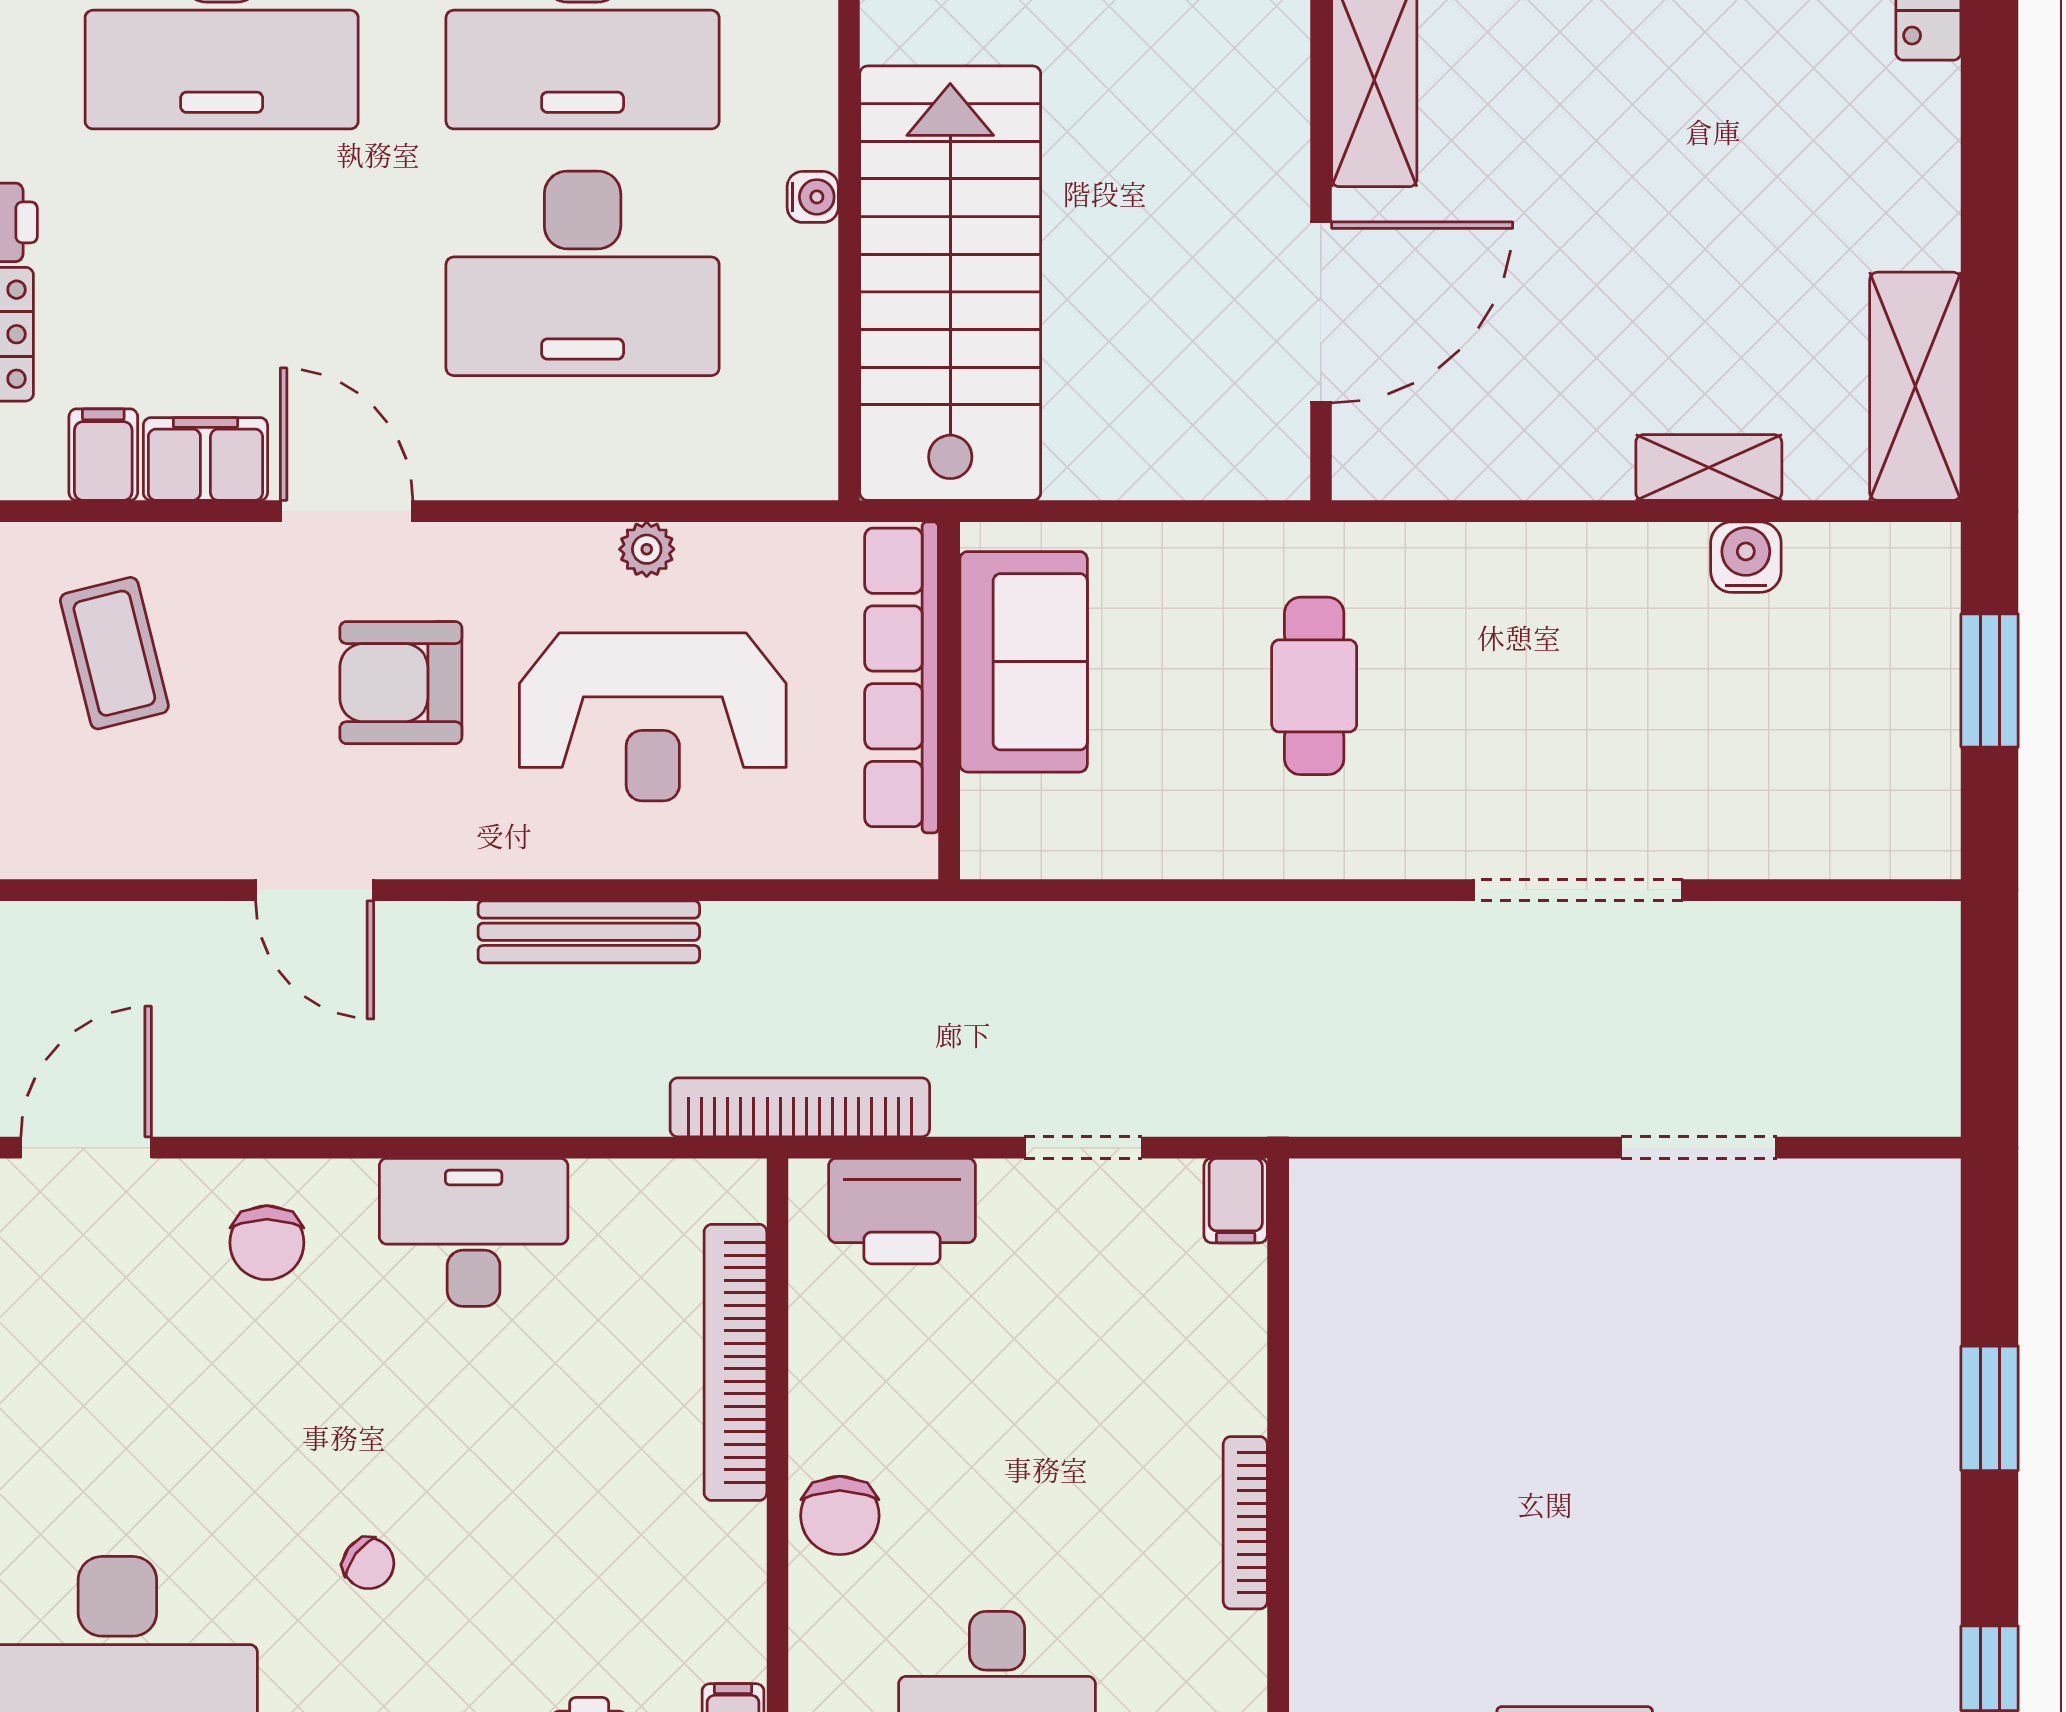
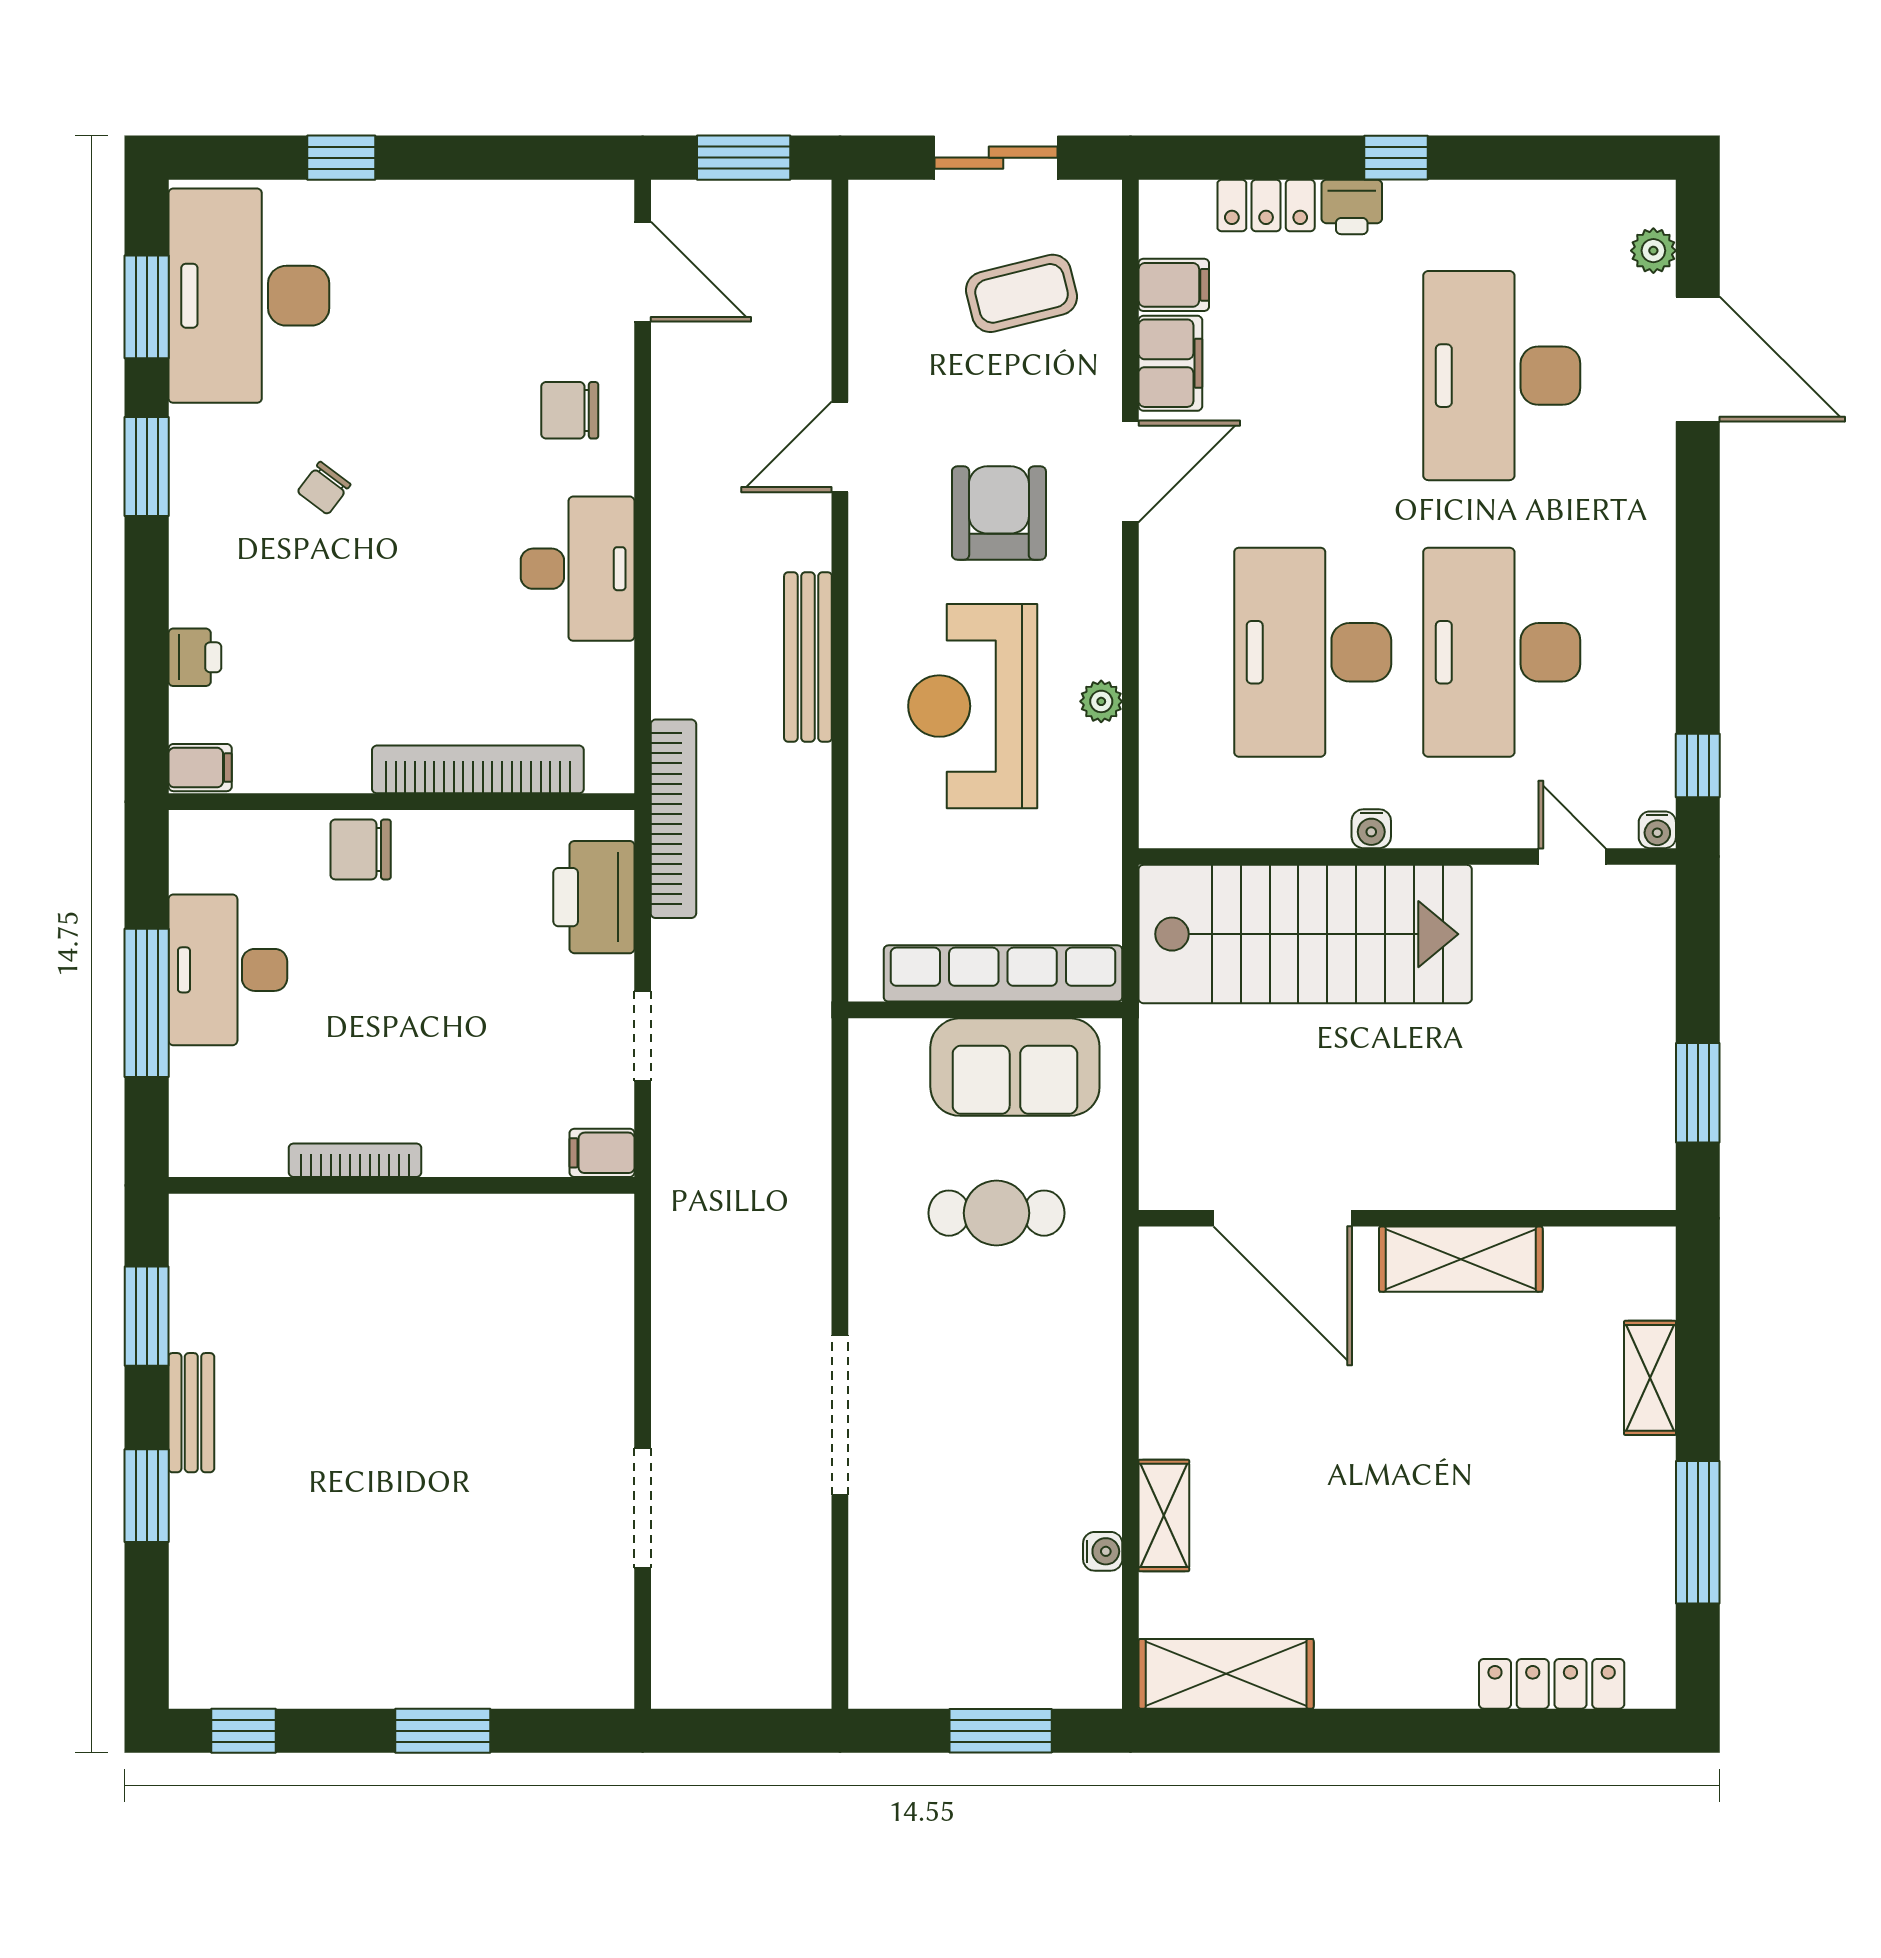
water cooler: (1746, 557) -> (1103, 1551), width x0.72, depth x0.72
sofa: (1024, 662) -> (1015, 1067), moved
row of seats: (902, 677) -> (1003, 973), moved
wall: (949, 701) -> (985, 1010), moved

